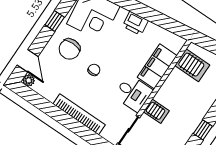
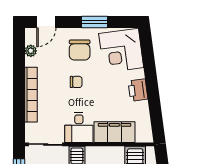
window: (55, 21) -> (94, 22), width x1.50
chair: (70, 49) -> (80, 50), turned -90
plant: (29, 80) -> (31, 51), moved

